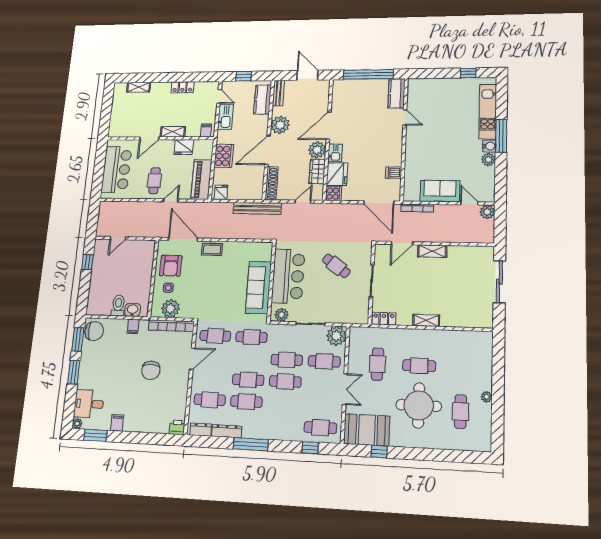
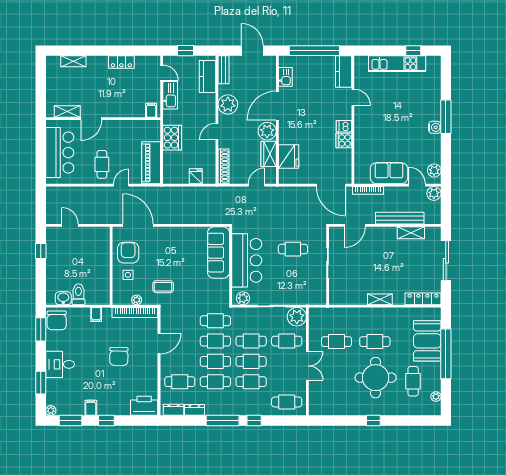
kitchen unit: (488, 112) -> (397, 64), moved, turned -90
shelving: (173, 132) -> (67, 111), moved
fridge: (184, 147) -> (129, 128), removed
door: (268, 150) -> (217, 132), width x0.53
kitchen sink: (335, 153) -> (285, 77), moved
plant: (488, 160) -> (434, 170), moved
dishwasher: (394, 173) -> (344, 126), moved
fridge: (221, 192) -> (196, 176), moved
cooker: (334, 194) -> (344, 140), moved, turned 180
bench: (257, 208) -> (400, 218), moved
door: (118, 238) -> (70, 225), swing flipped
coffee table: (212, 249) -> (163, 287), moved
shelving: (432, 251) -> (411, 233), moved
armchair: (171, 266) -> (128, 253), turned 180
cafe table: (336, 266) -> (293, 249), turned -36
sofa: (259, 287) -> (218, 253), moved
plant: (170, 309) -> (137, 300), width x0.53, depth x0.53
washbasin: (132, 310) -> (63, 298), moved
locker: (384, 319) -> (423, 299), moved, width x1.53
chair: (94, 331) -> (57, 320), turned 90
cafe table: (215, 336) -> (215, 341), moved
cafe table: (377, 364) -> (337, 342), turned 90
window: (74, 372) -> (41, 383), moved
window: (498, 383) -> (446, 354), added
plant: (487, 397) -> (436, 397), moved
cafe table: (284, 403) -> (251, 382), added
desk: (89, 404) -> (60, 364), moved
printer: (177, 427) -> (144, 406), width x1.87, depth x1.48
booth: (367, 430) -> (427, 341), moved, turned 90
dresser: (227, 431) -> (194, 410), width x0.70
window: (131, 437) -> (106, 421), added
window: (310, 448) -> (254, 421), moved
window: (379, 452) -> (373, 421), moved

